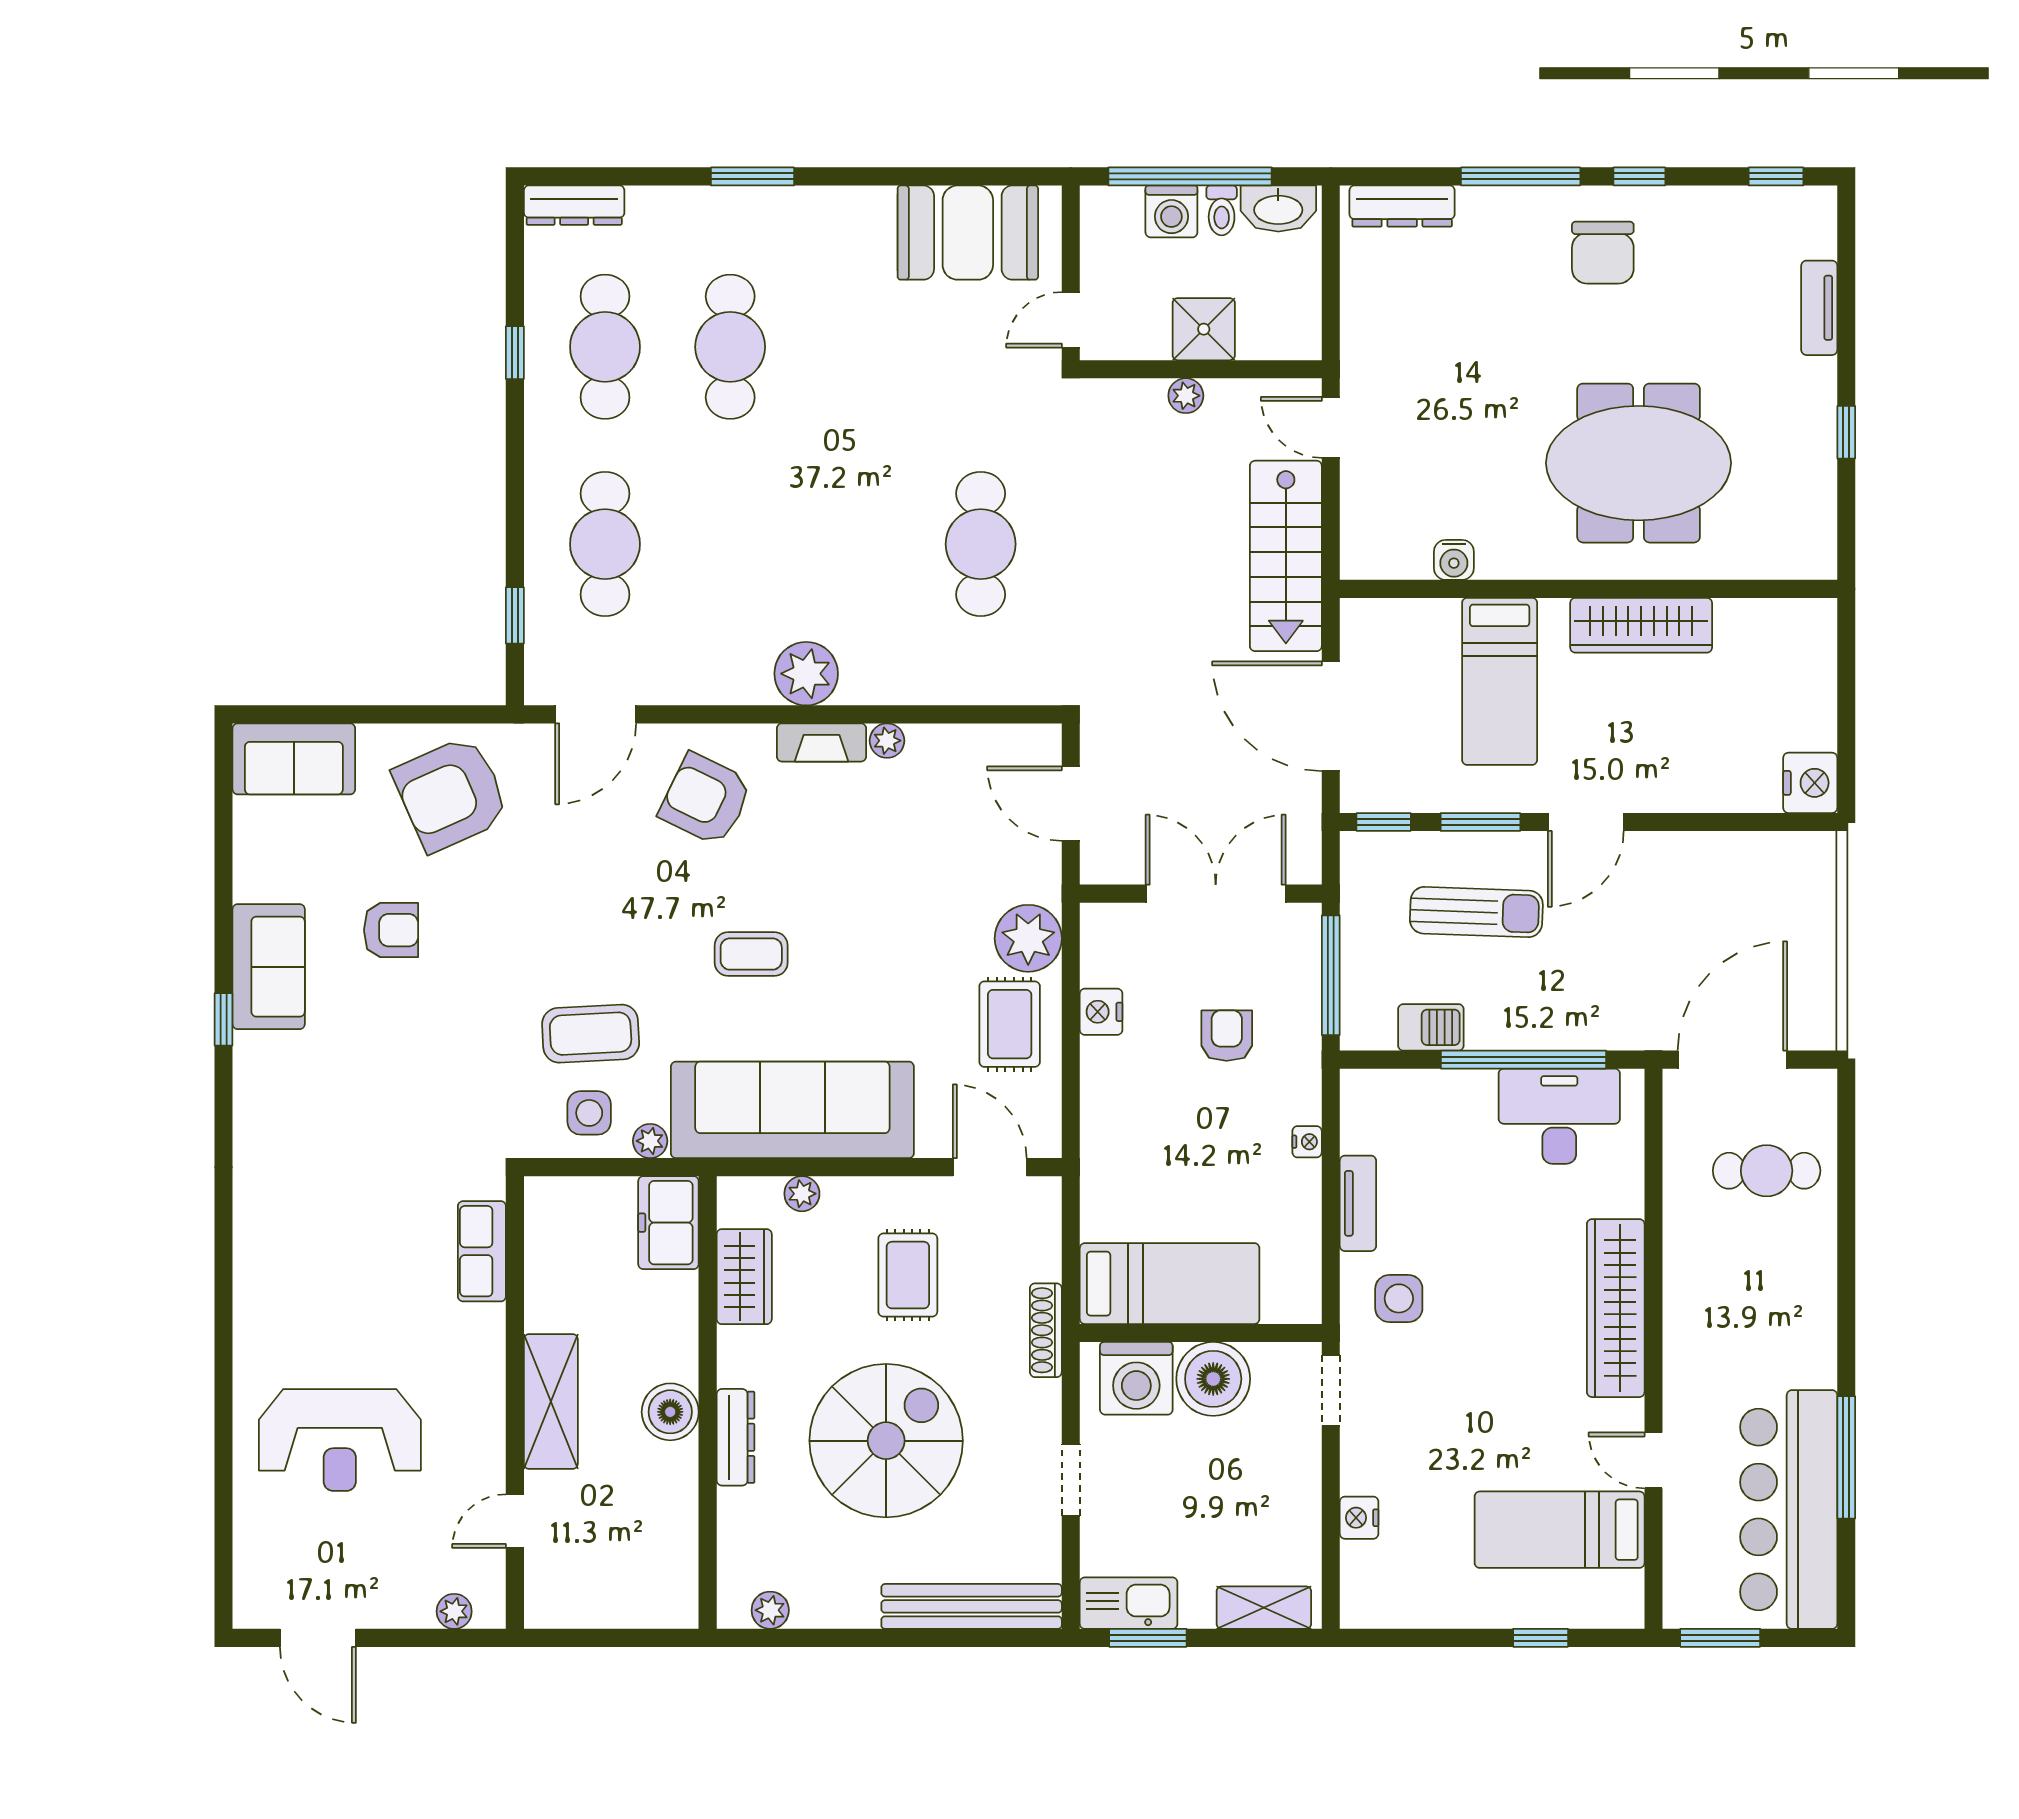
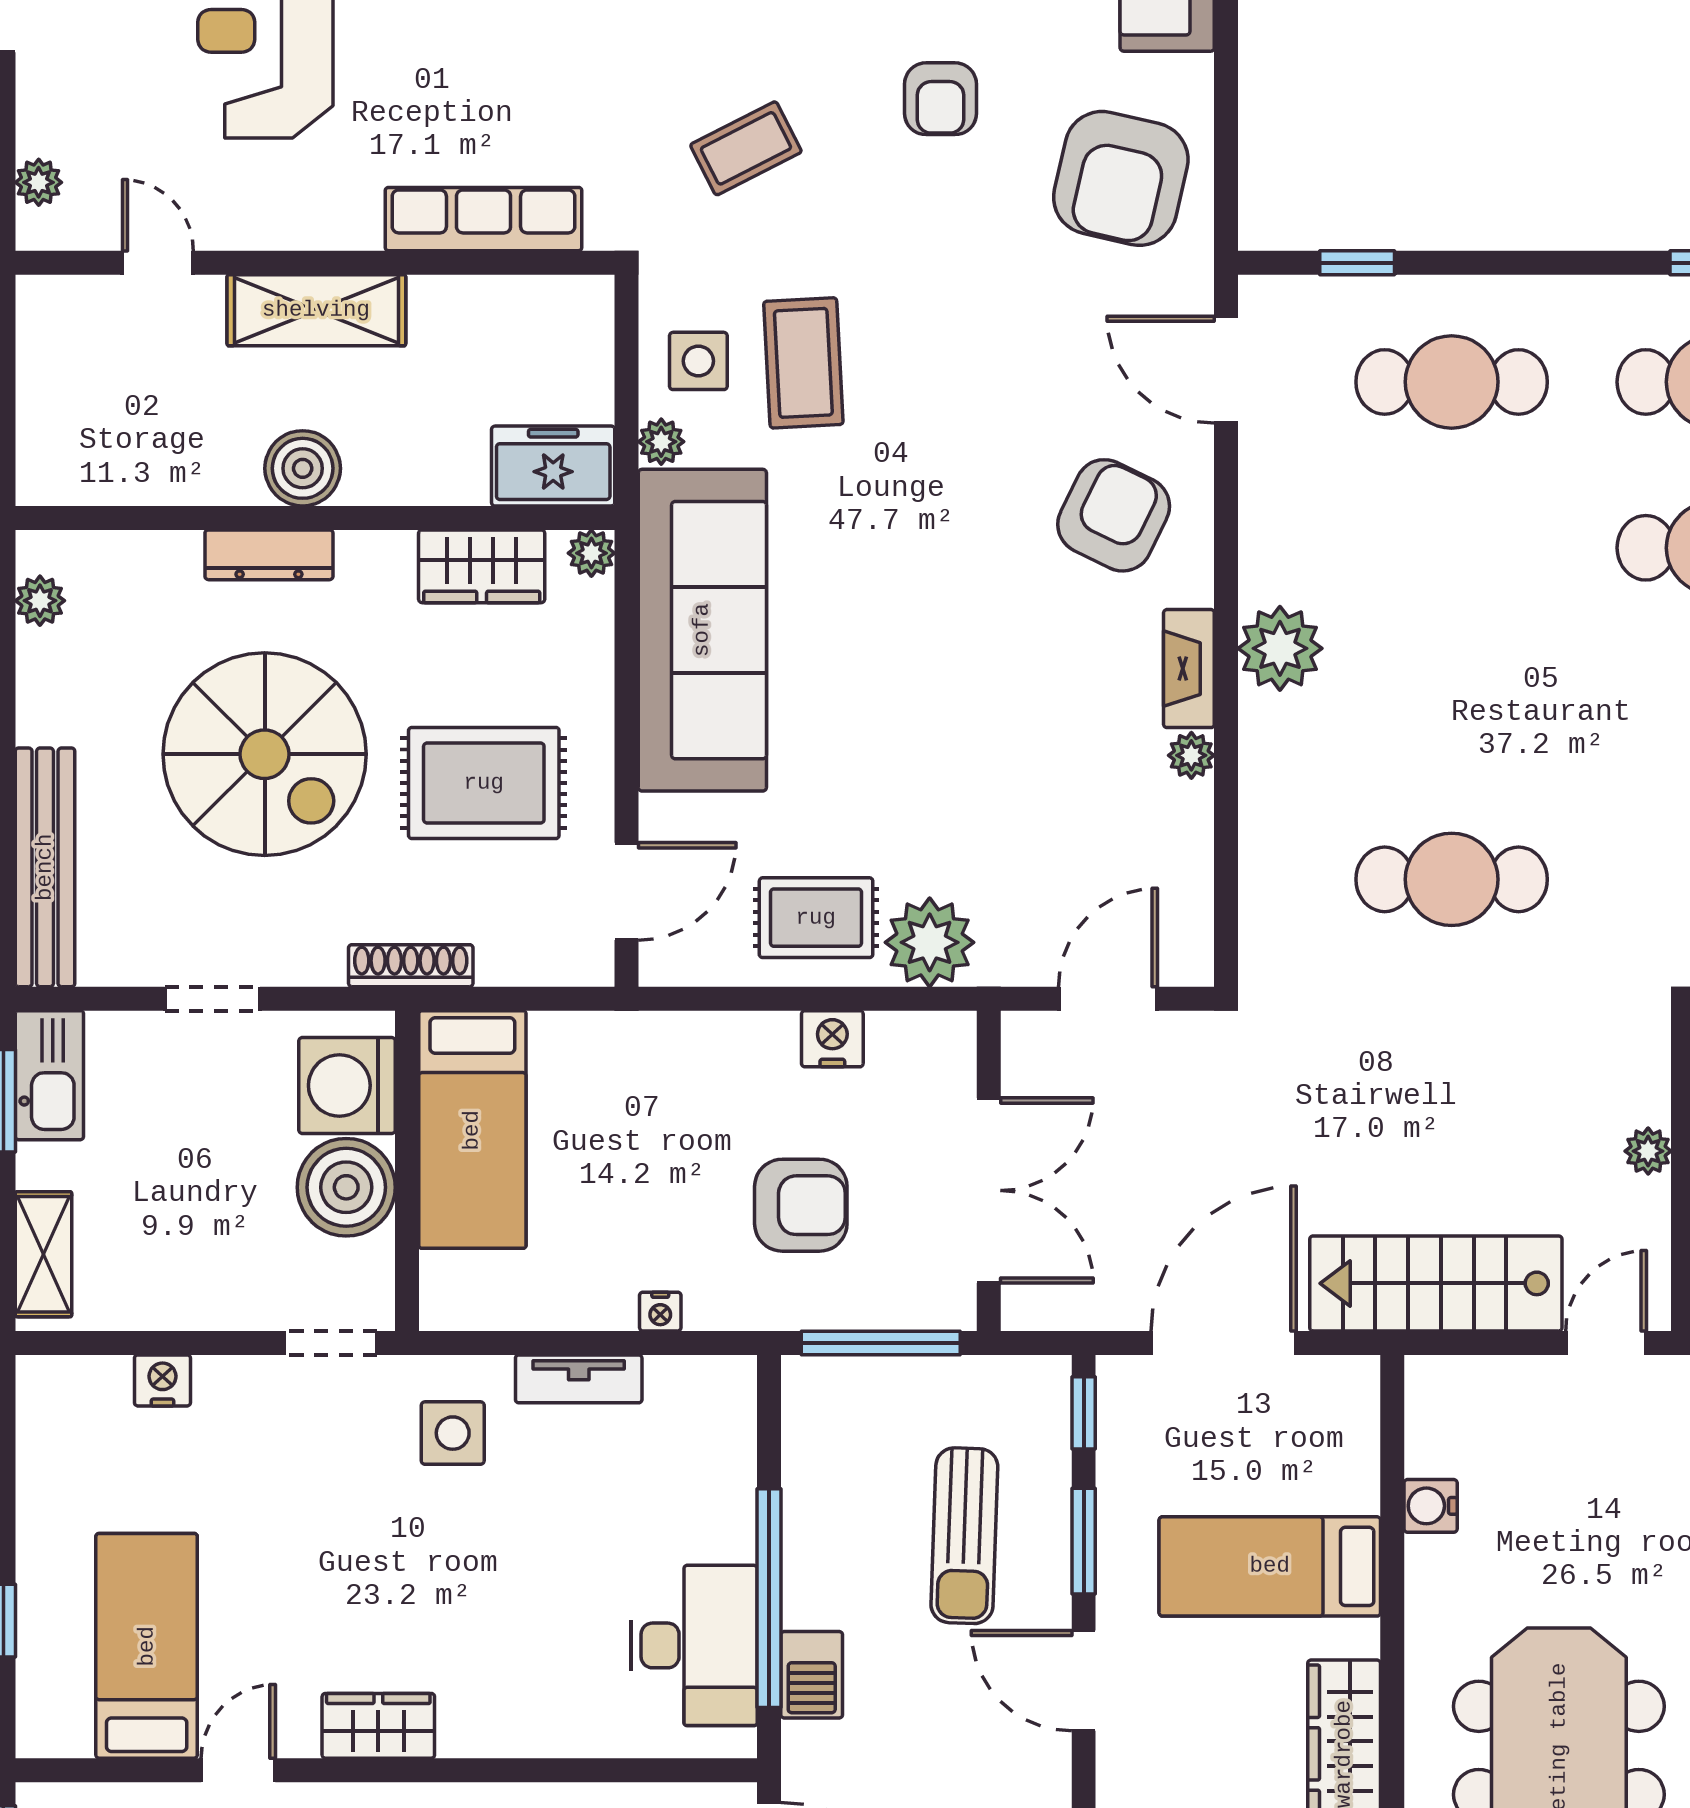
armchair: (451, 794) -> (1121, 178), turned -143
coffee table: (751, 954) -> (746, 148), moved, turned 63
barbecue: (1431, 1027) -> (812, 1675), moved
armchair: (1227, 1036) -> (801, 1205), width x1.38, depth x1.38
plant: (802, 1194) -> (591, 553), moved
row of seats: (482, 1251) -> (484, 219), width x1.48
rug: (908, 1275) -> (484, 783), width x1.36, depth x1.43
wardrobe: (1616, 1308) -> (378, 1726), width x0.48, depth x0.85

